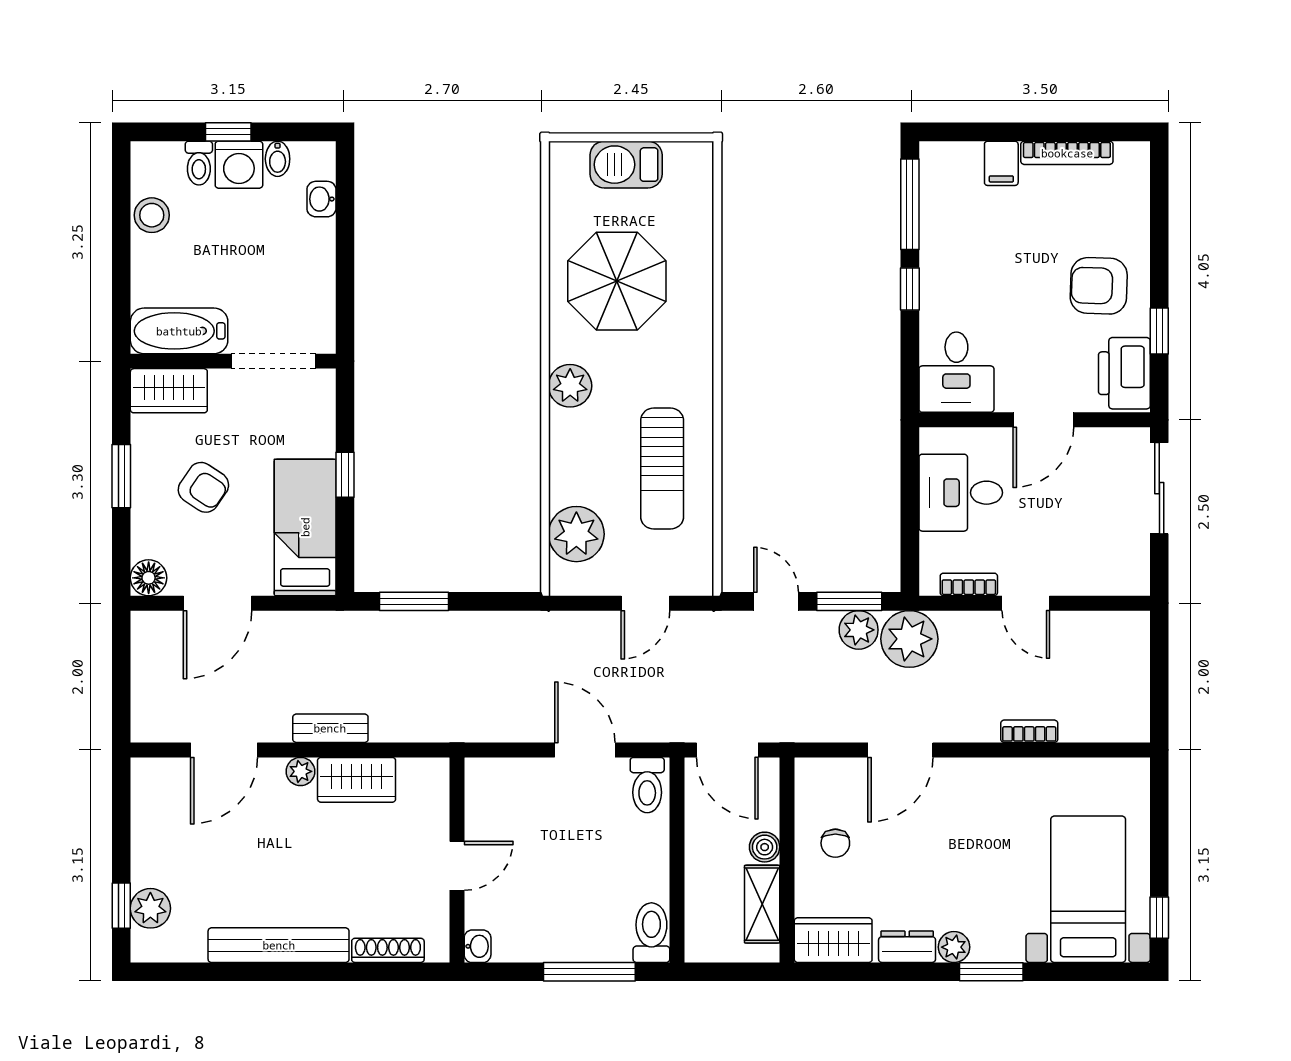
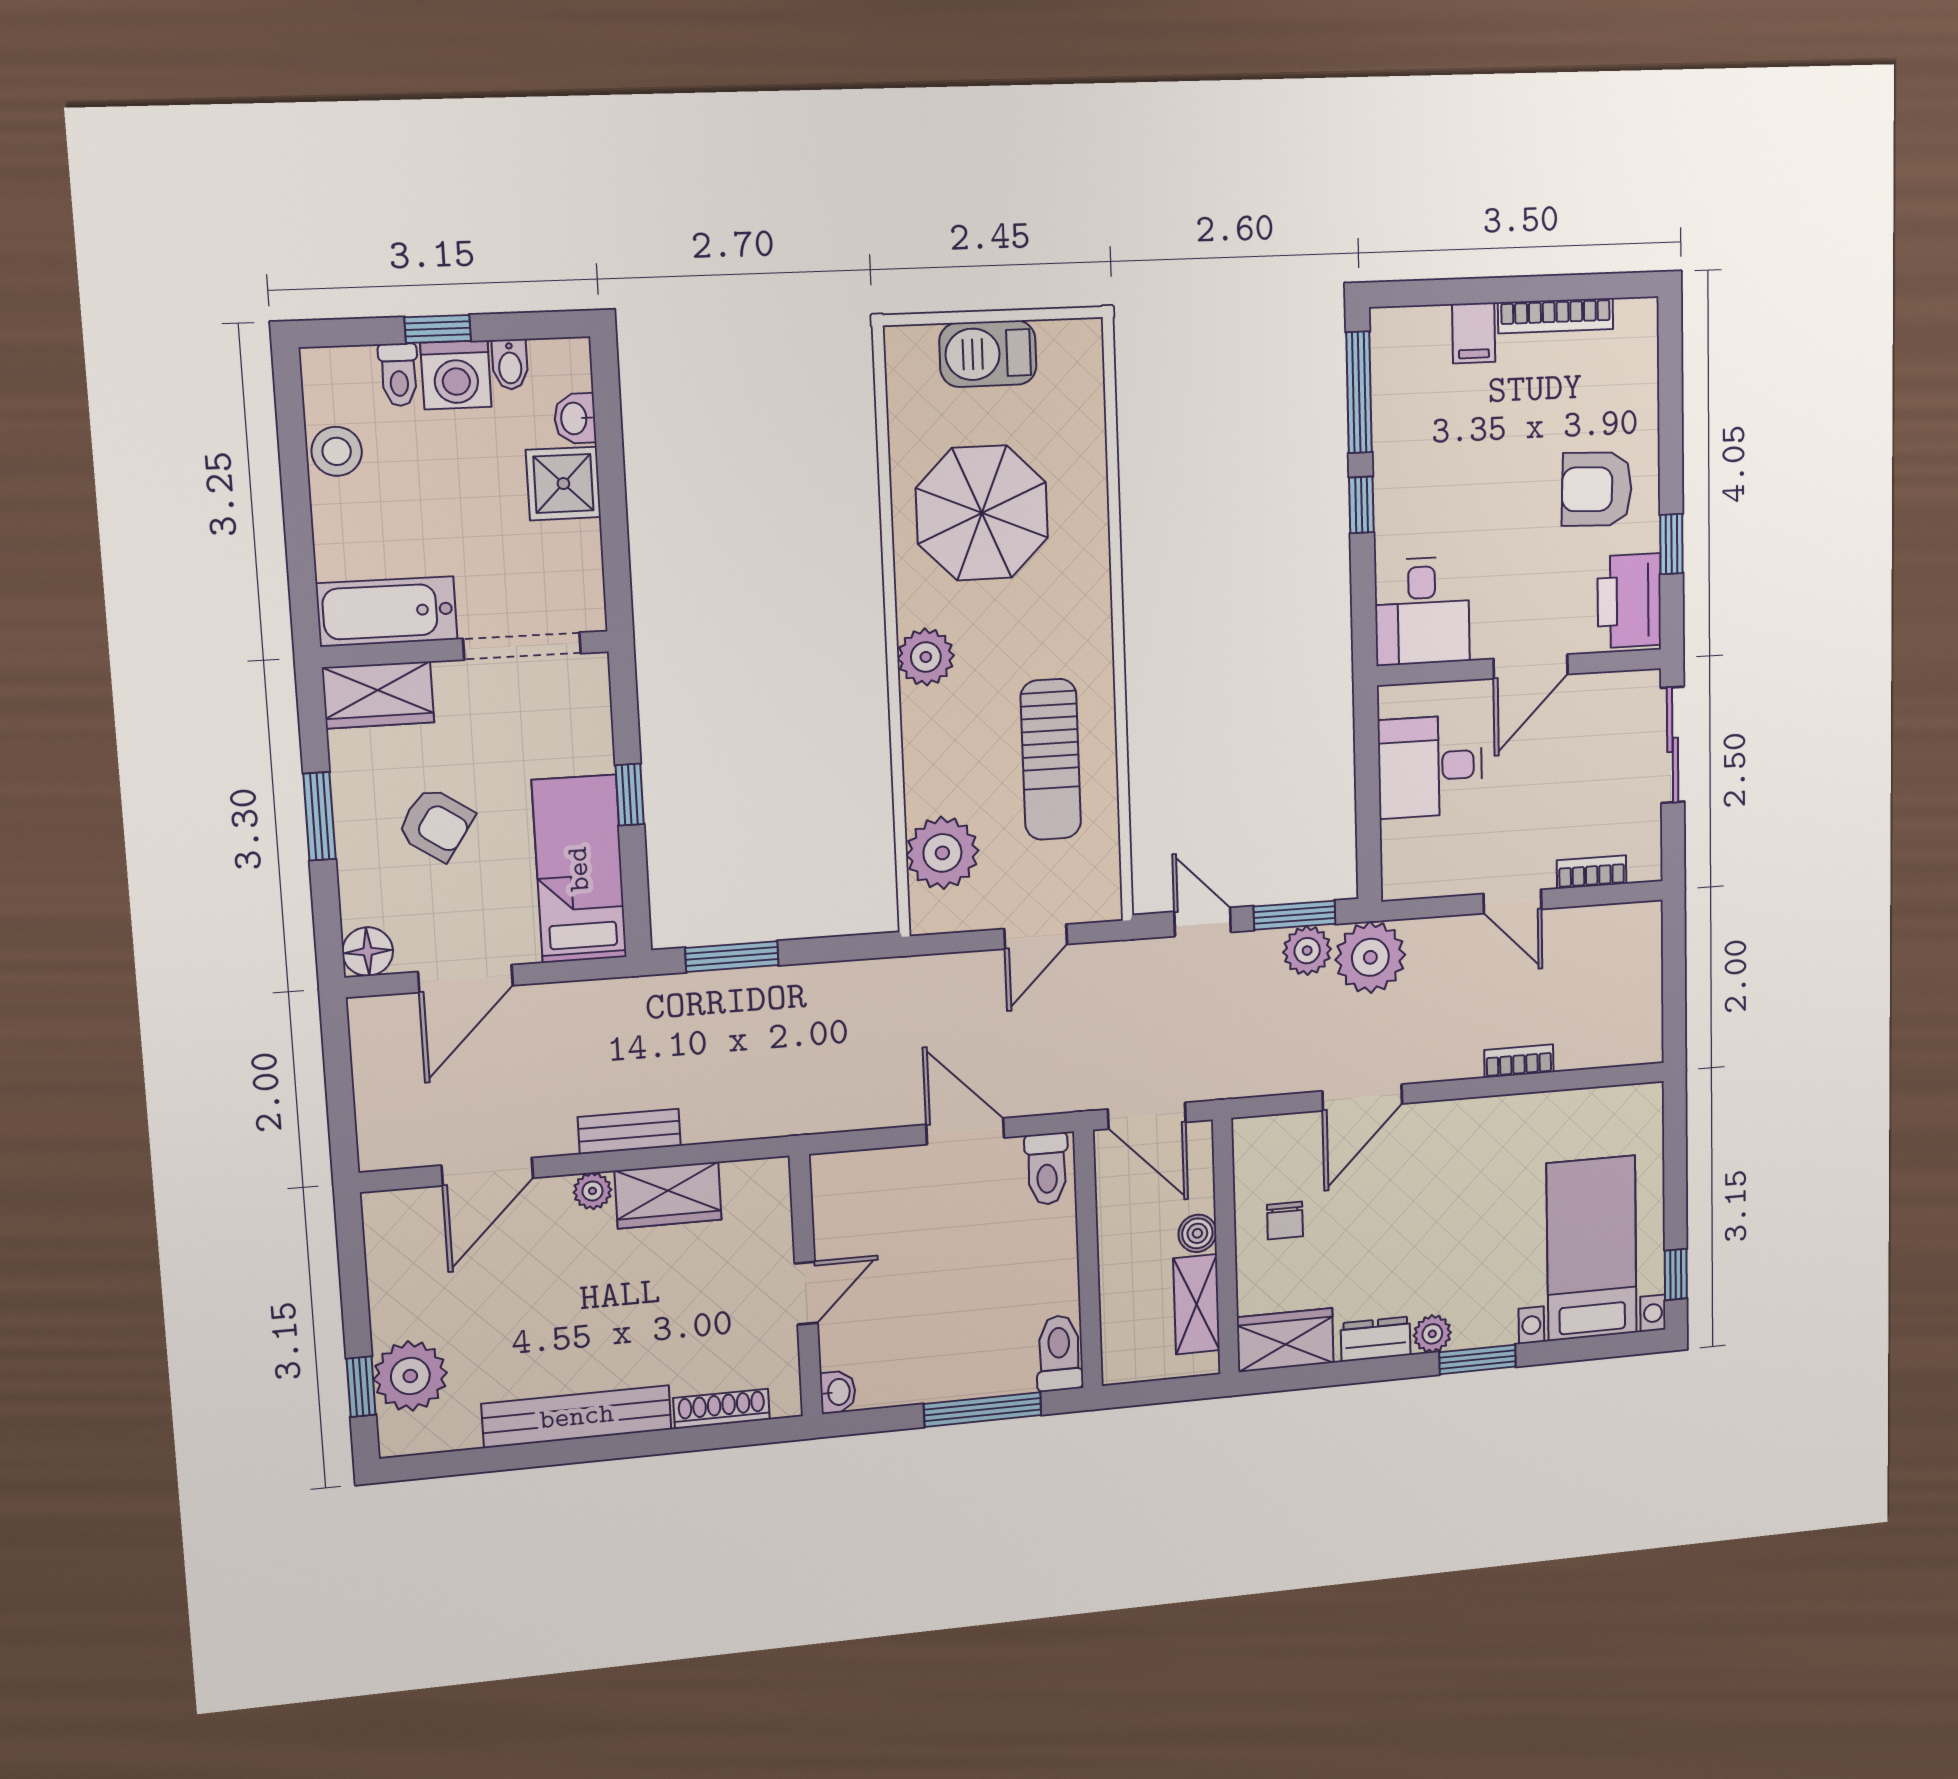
shower: (310, 245) -> (563, 484), added
bookcase: (969, 584) -> (1592, 872), moved
plant: (150, 908) -> (410, 1376), width x1.36, depth x1.36

